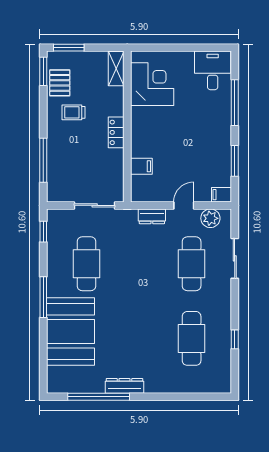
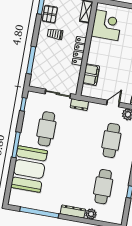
locker: (116, 132) -> (79, 51), width x1.53
filing cabinet: (141, 166) -> (91, 75), width x2.00
dresser: (152, 216) -> (79, 105), moved
plant: (180, 385) -> (91, 214), added
dresser: (124, 386) -> (73, 212), moved

